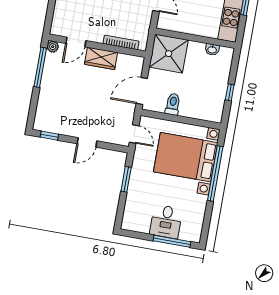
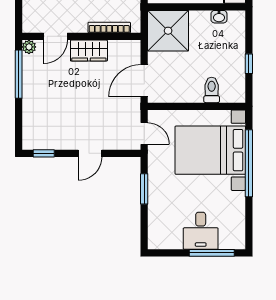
toilet: (173, 104) -> (212, 90), moved

